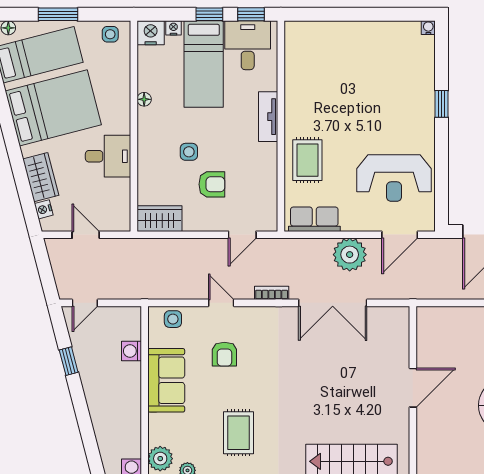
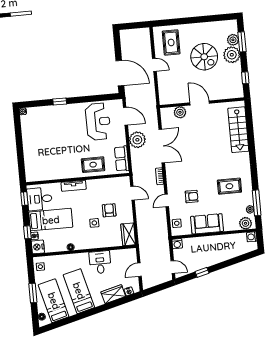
window: (209, 14) -> (27, 232), moved
bed: (53, 108) -> (79, 291), width x0.67
plant: (398, 346) -> (180, 112), added
washing machine: (131, 351) -> (177, 244), moved

